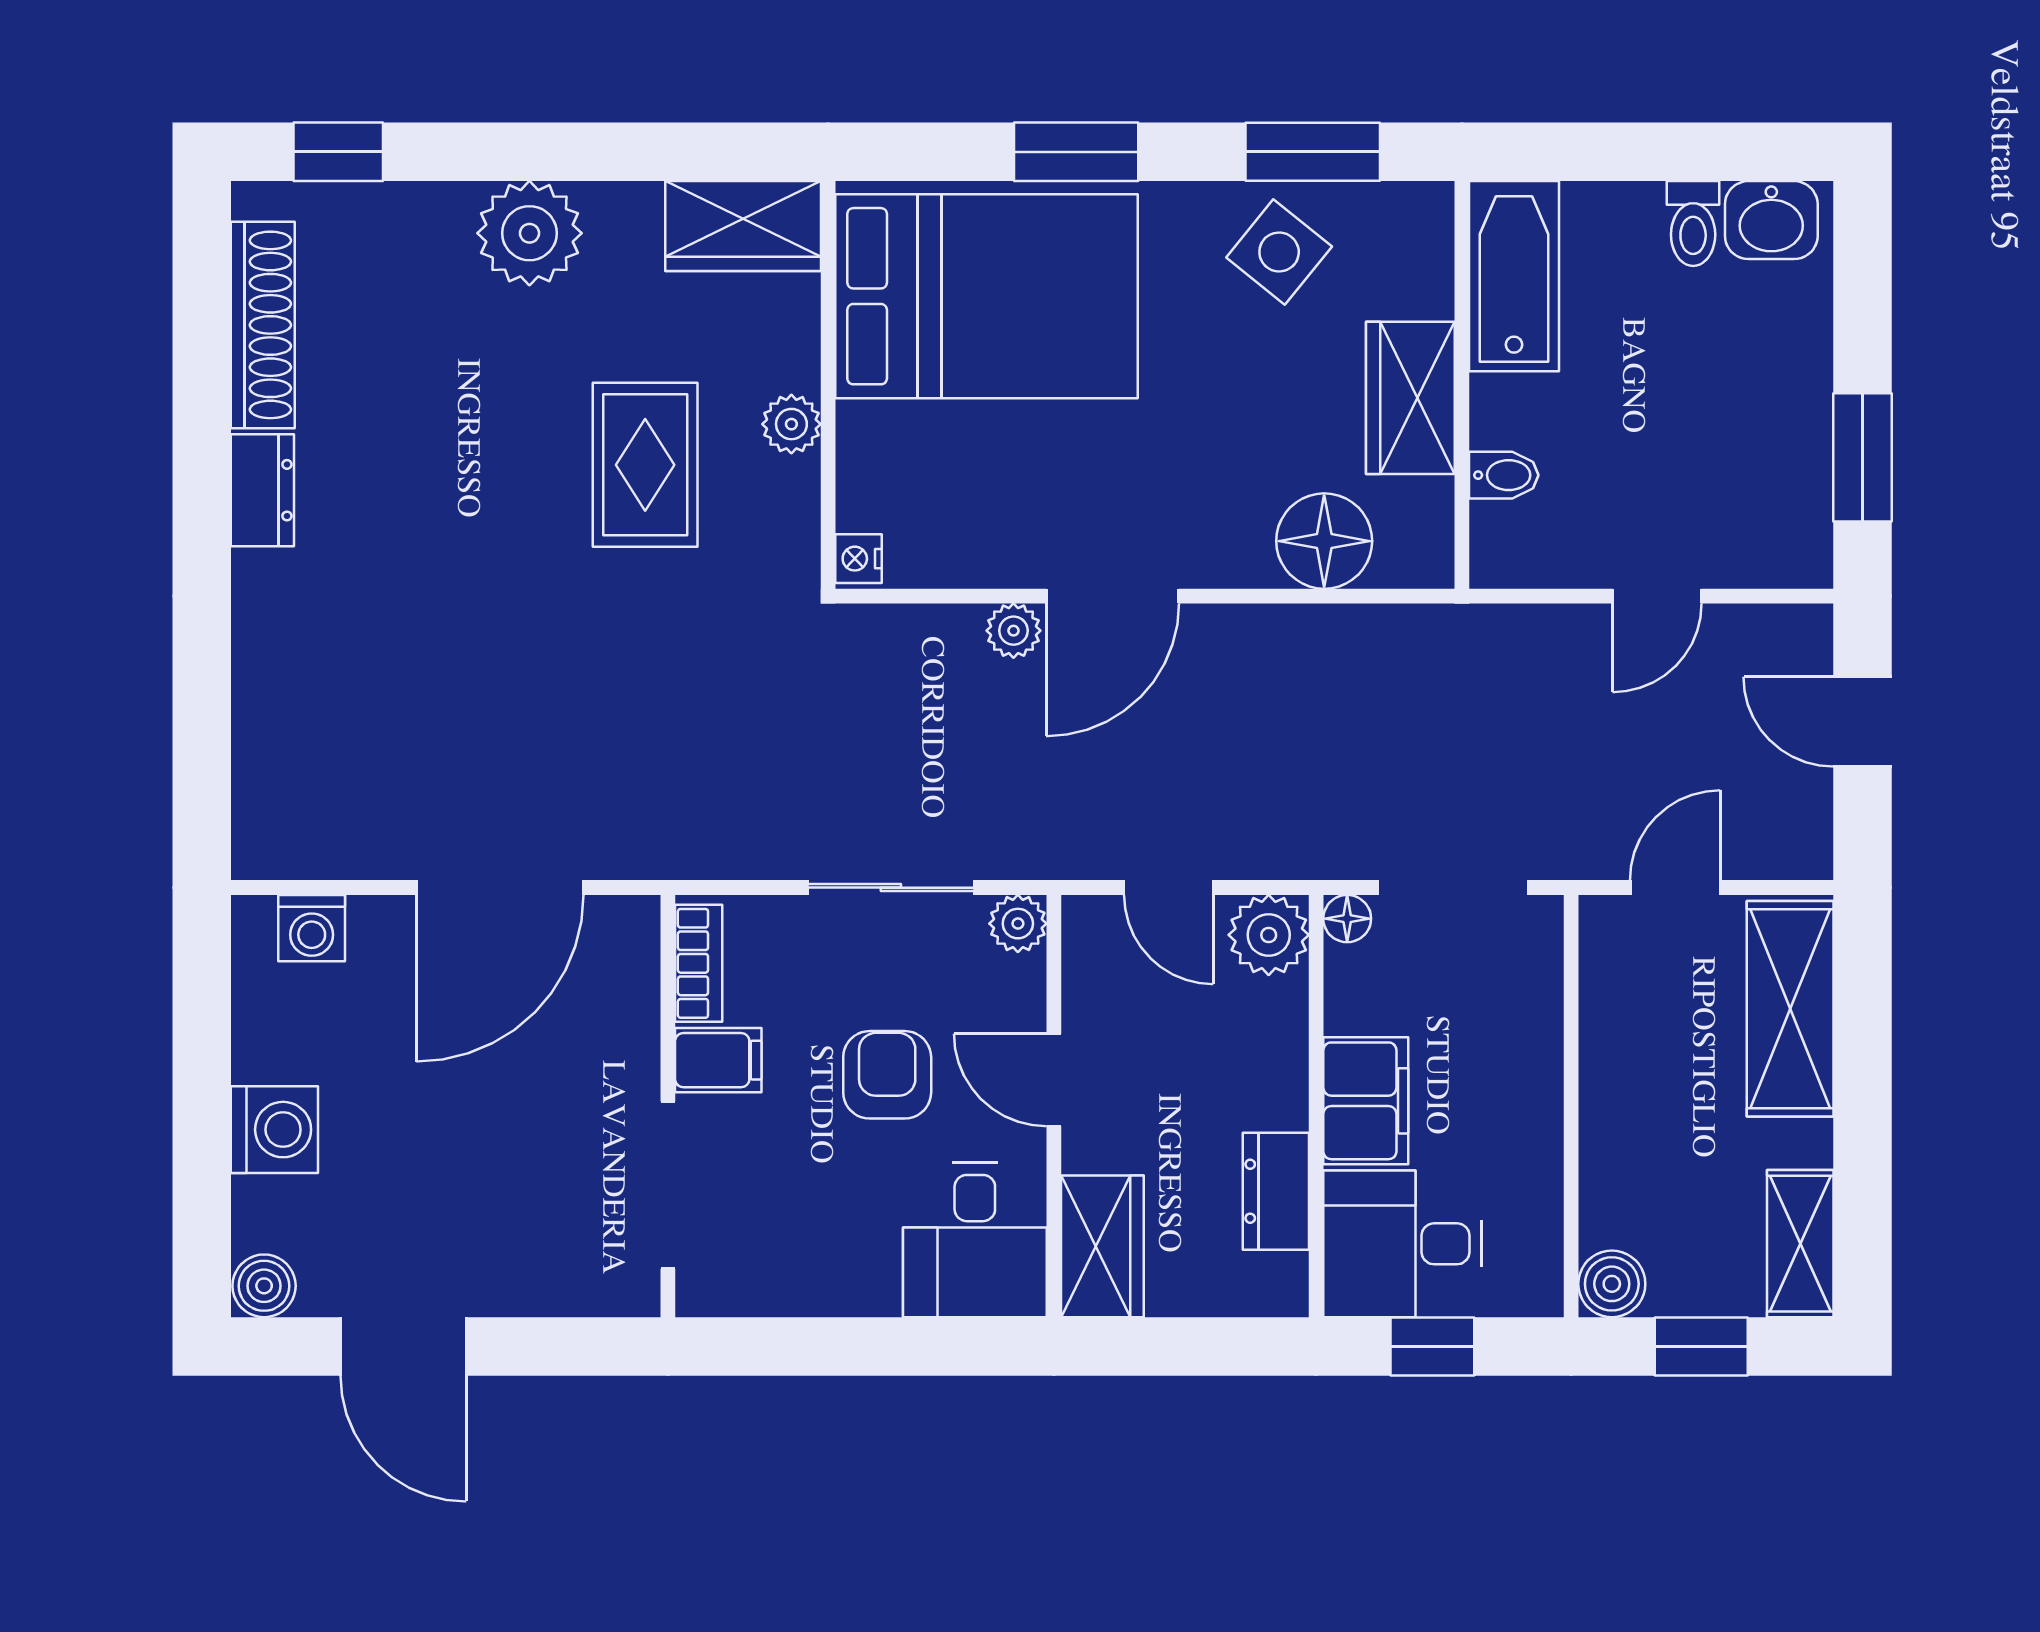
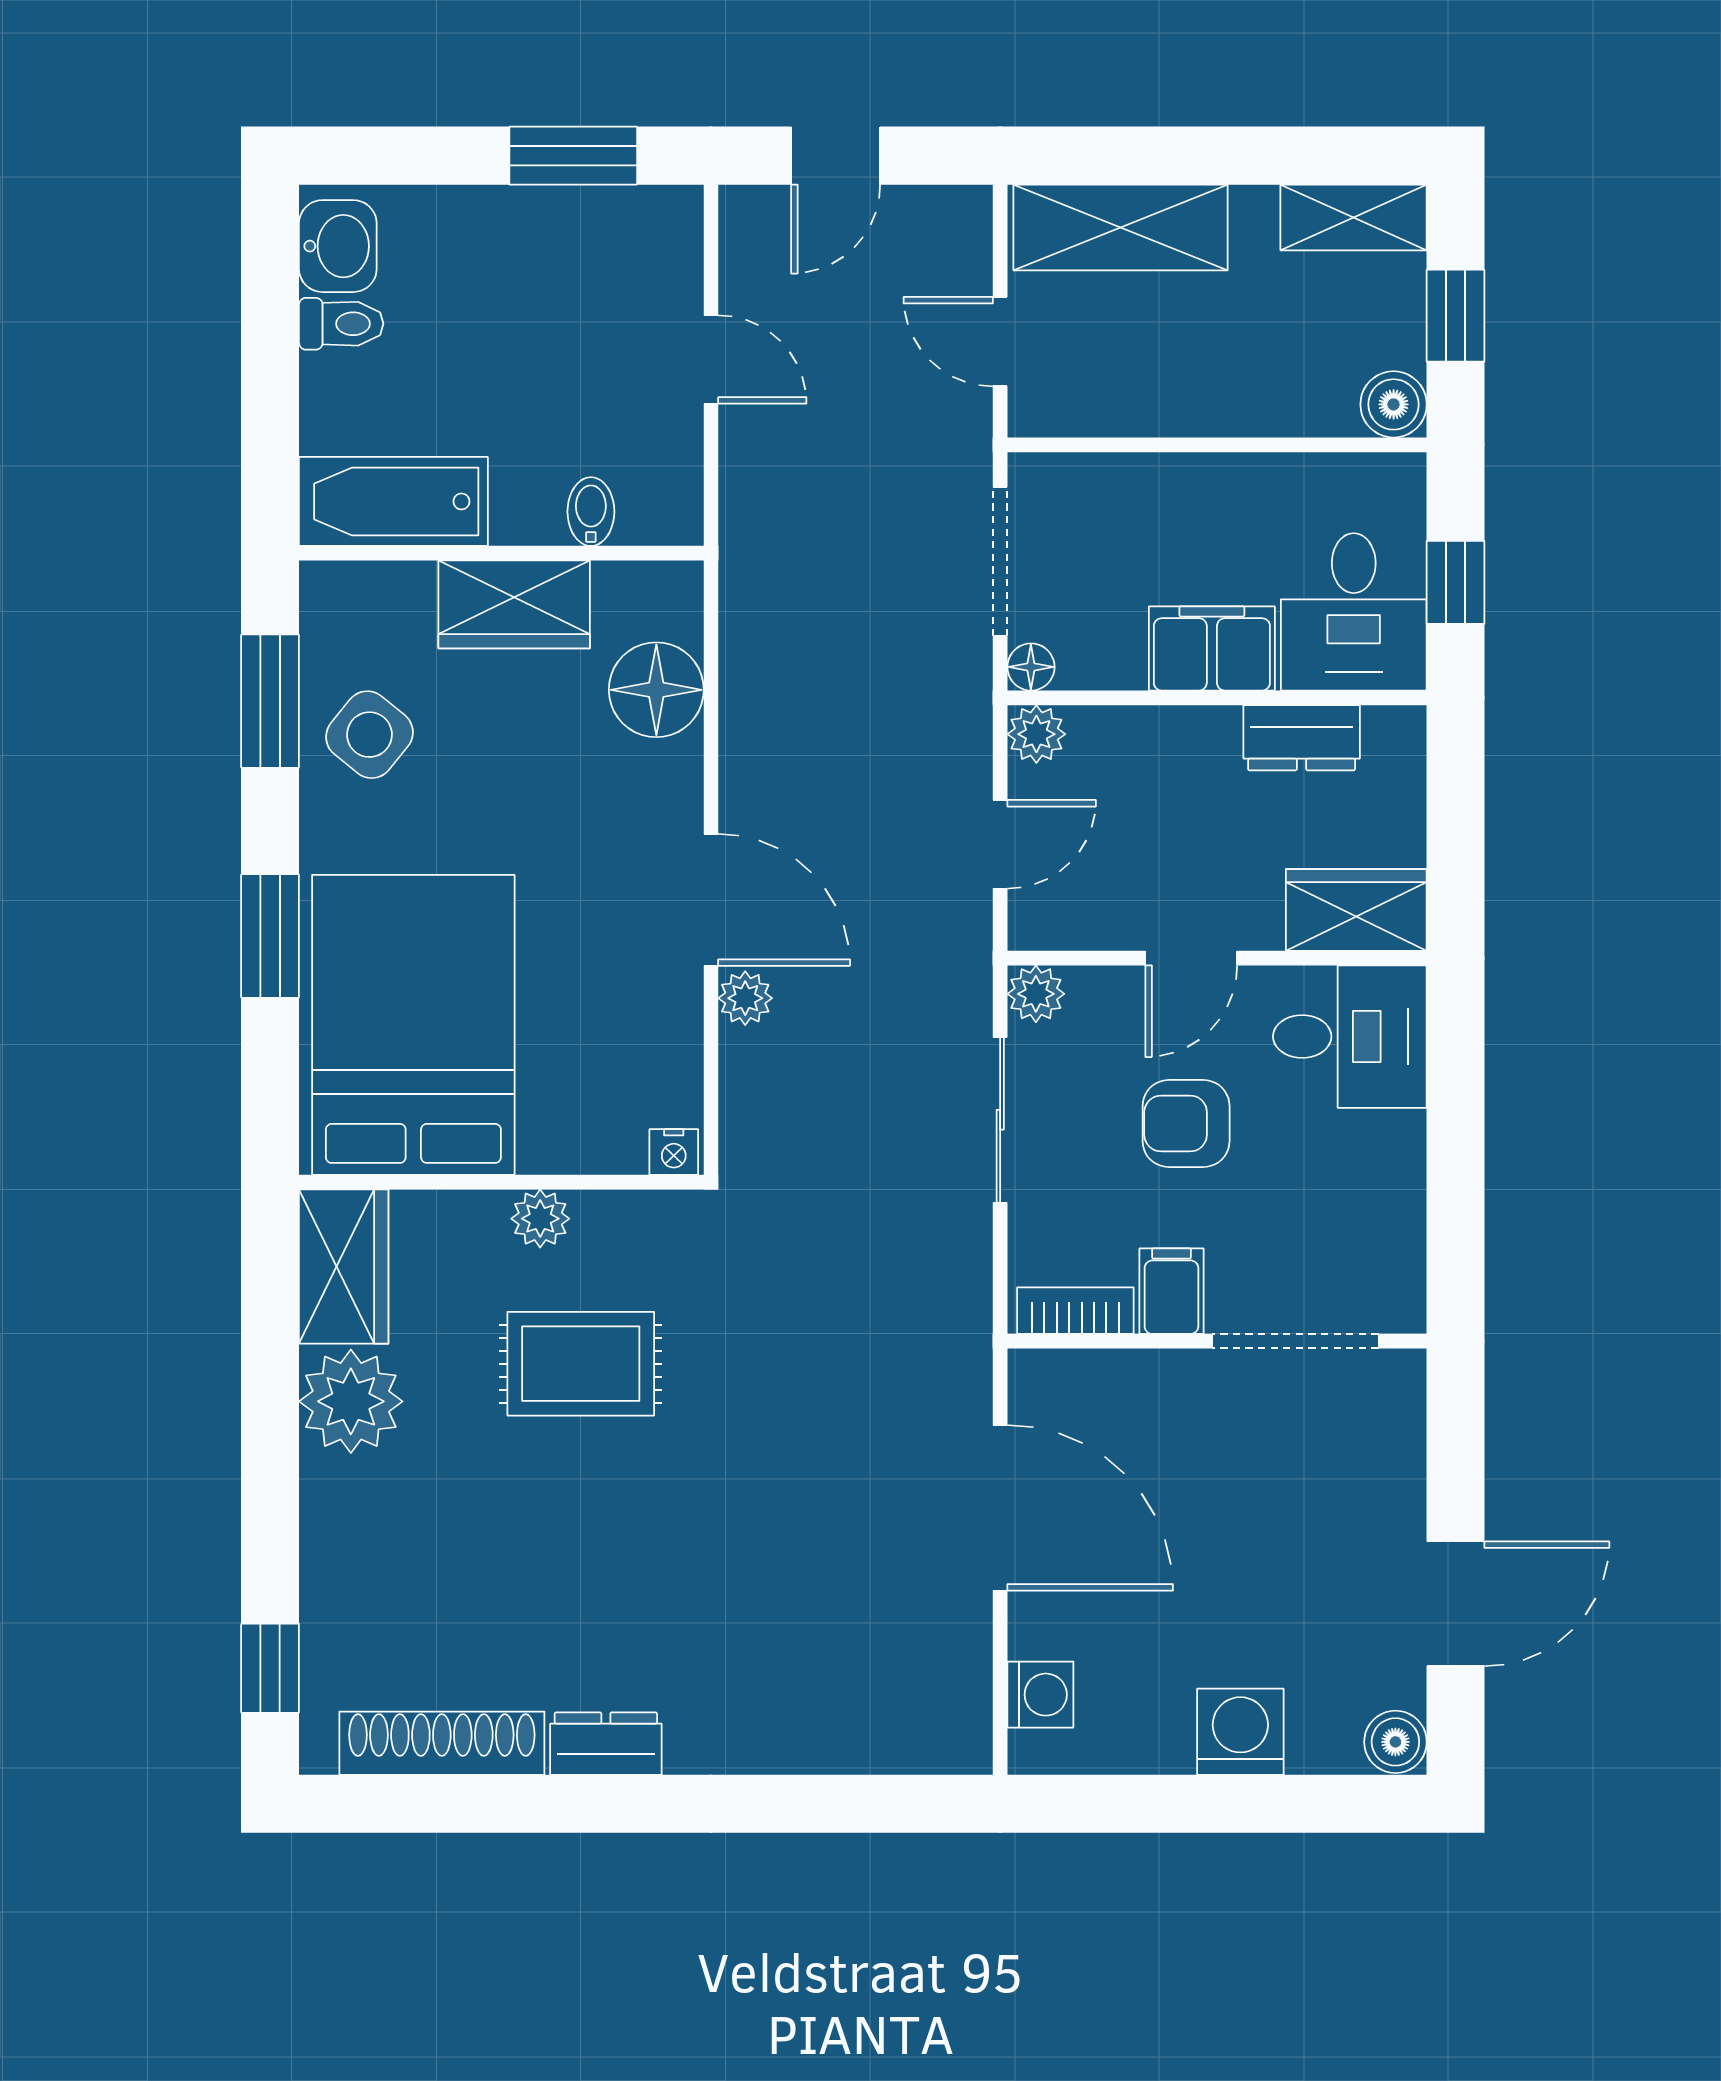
plant: (529, 233) -> (351, 1401), moved
plant: (1269, 935) -> (1036, 734), width x0.73, depth x0.73

